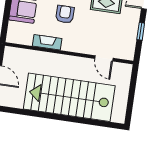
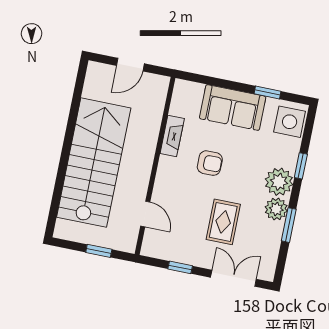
door: (104, 58) -> (145, 214), swing flipped
window: (132, 90) -> (99, 251), added

